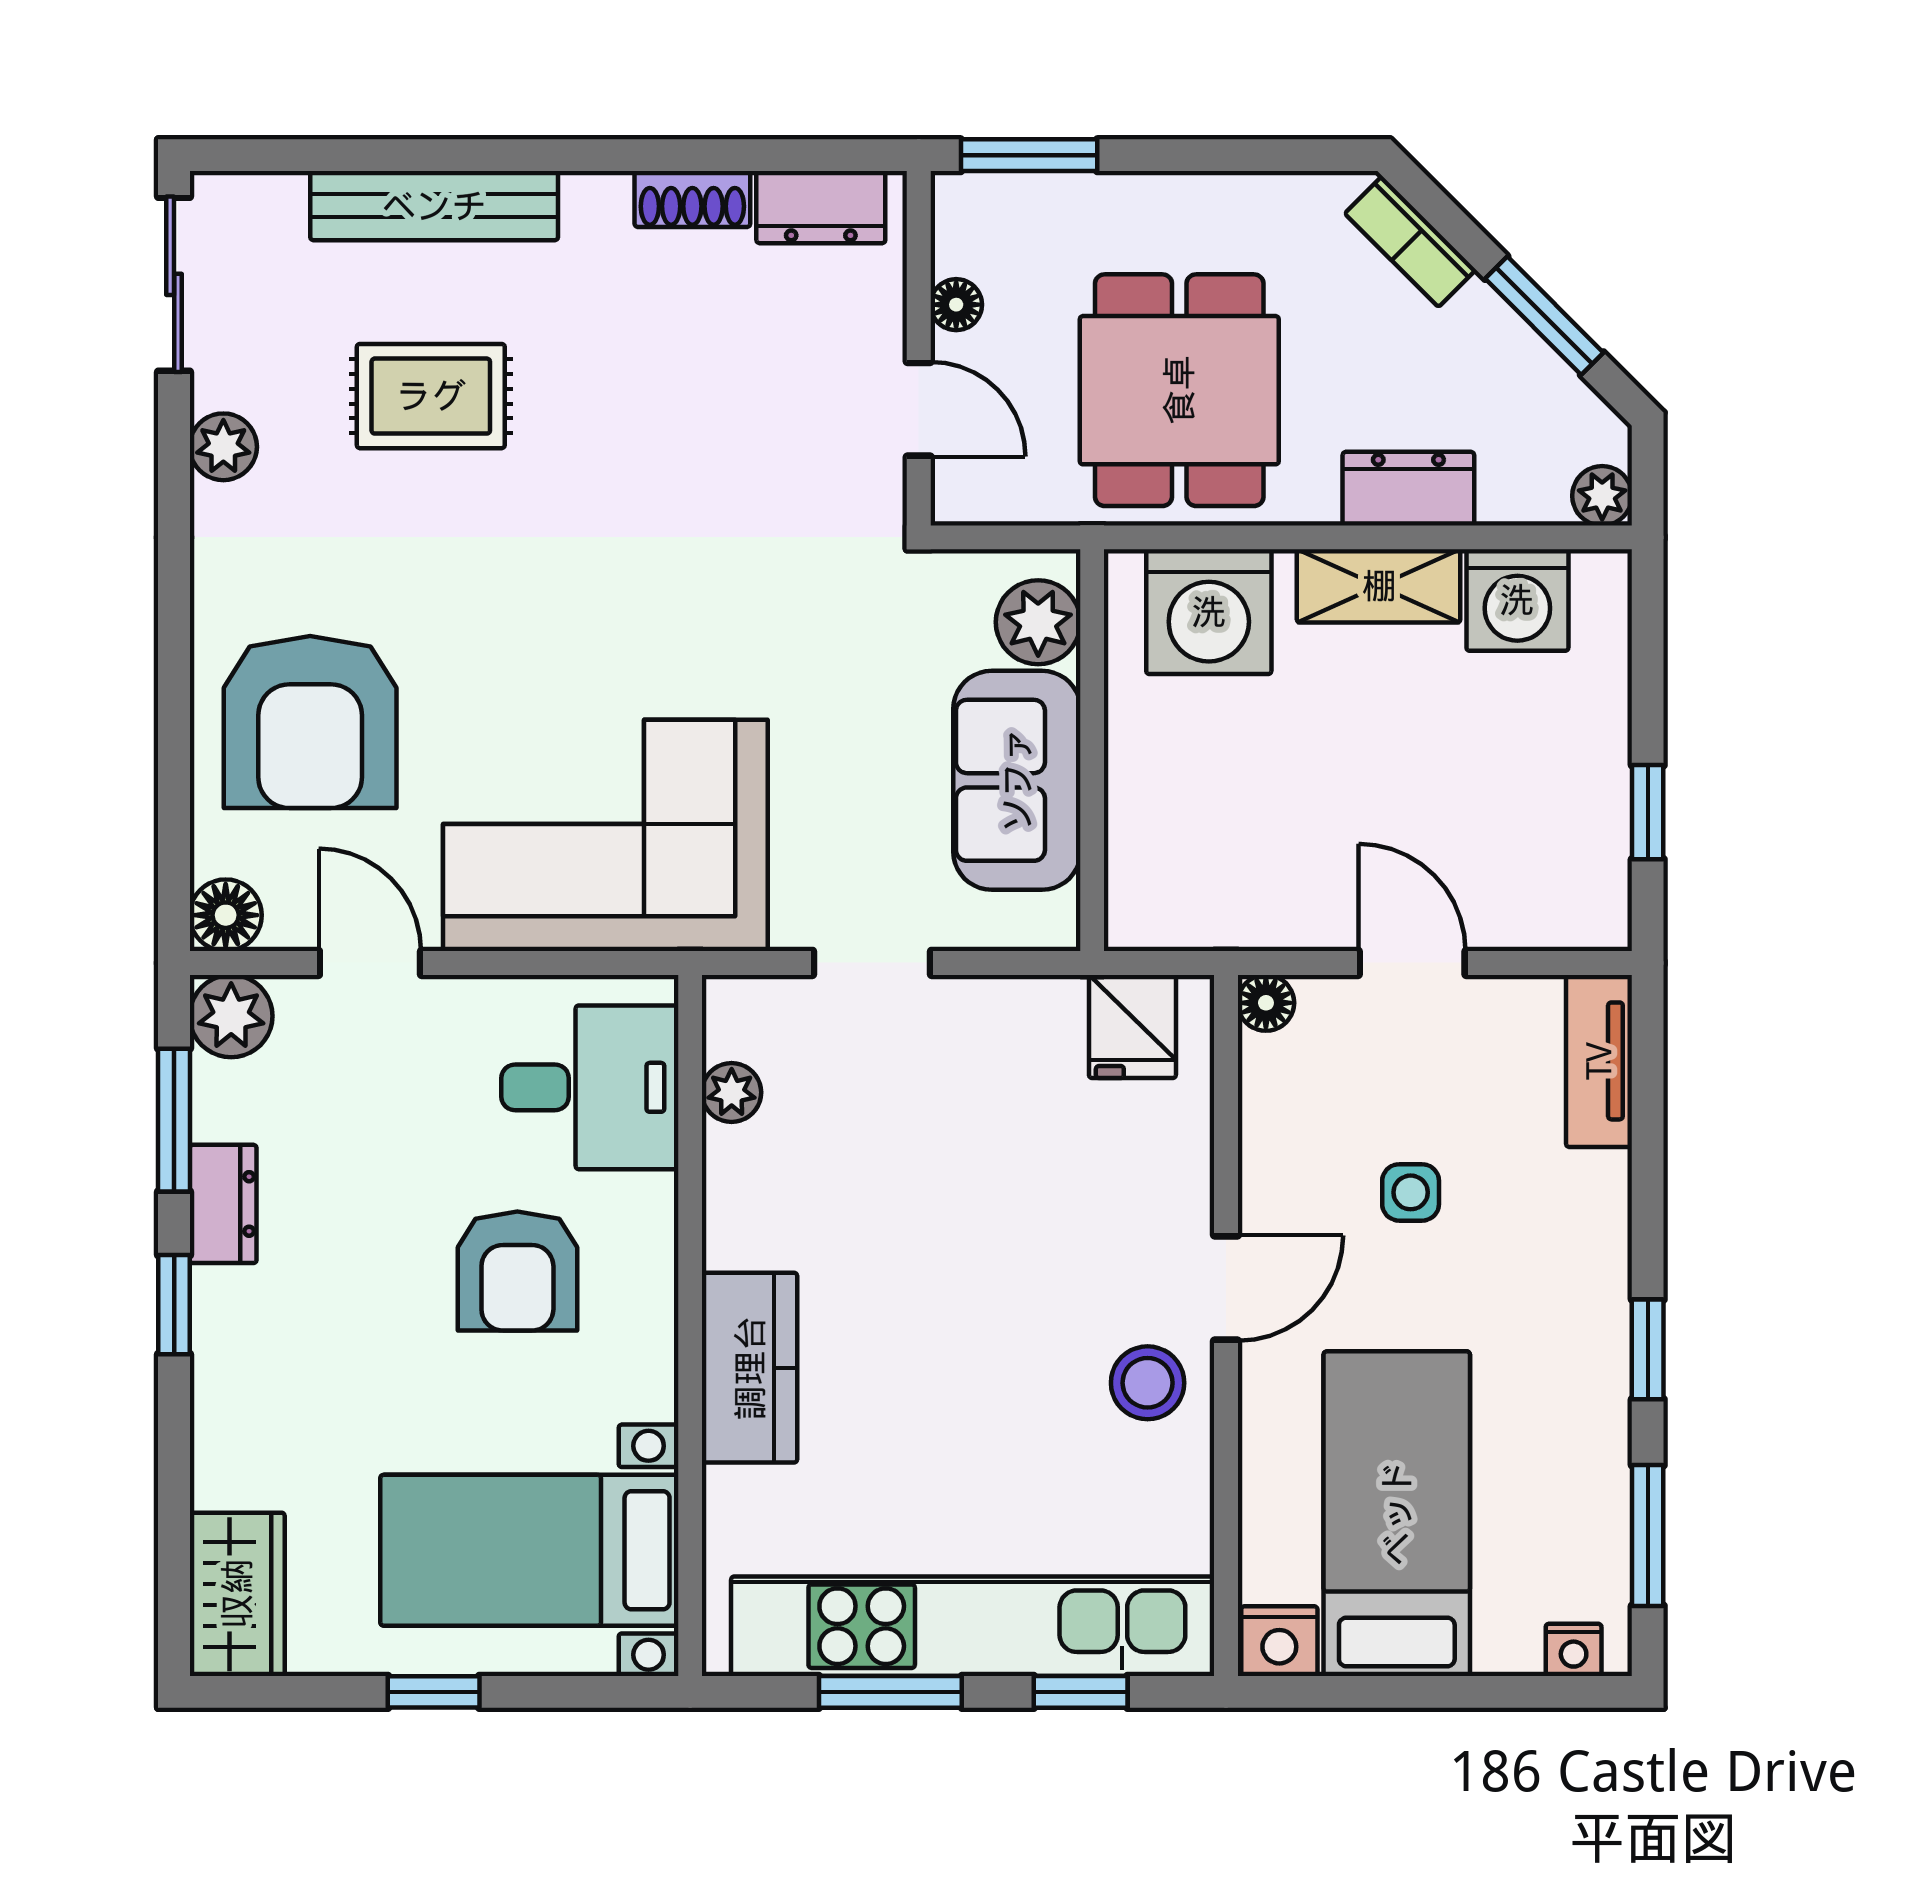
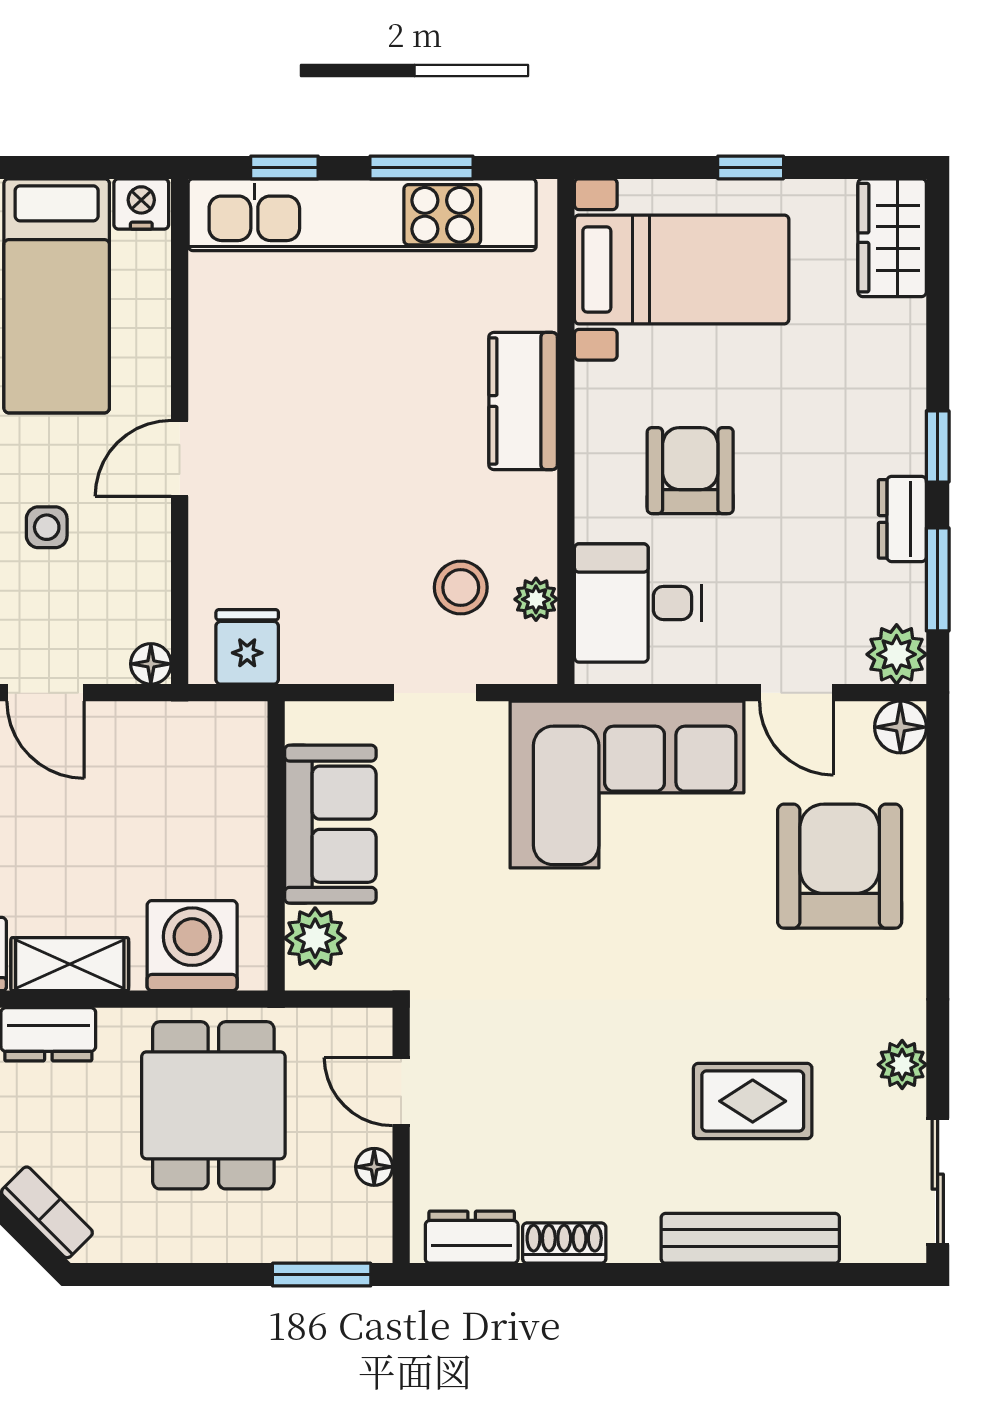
stool: (1148, 1383) -> (461, 587), moved

